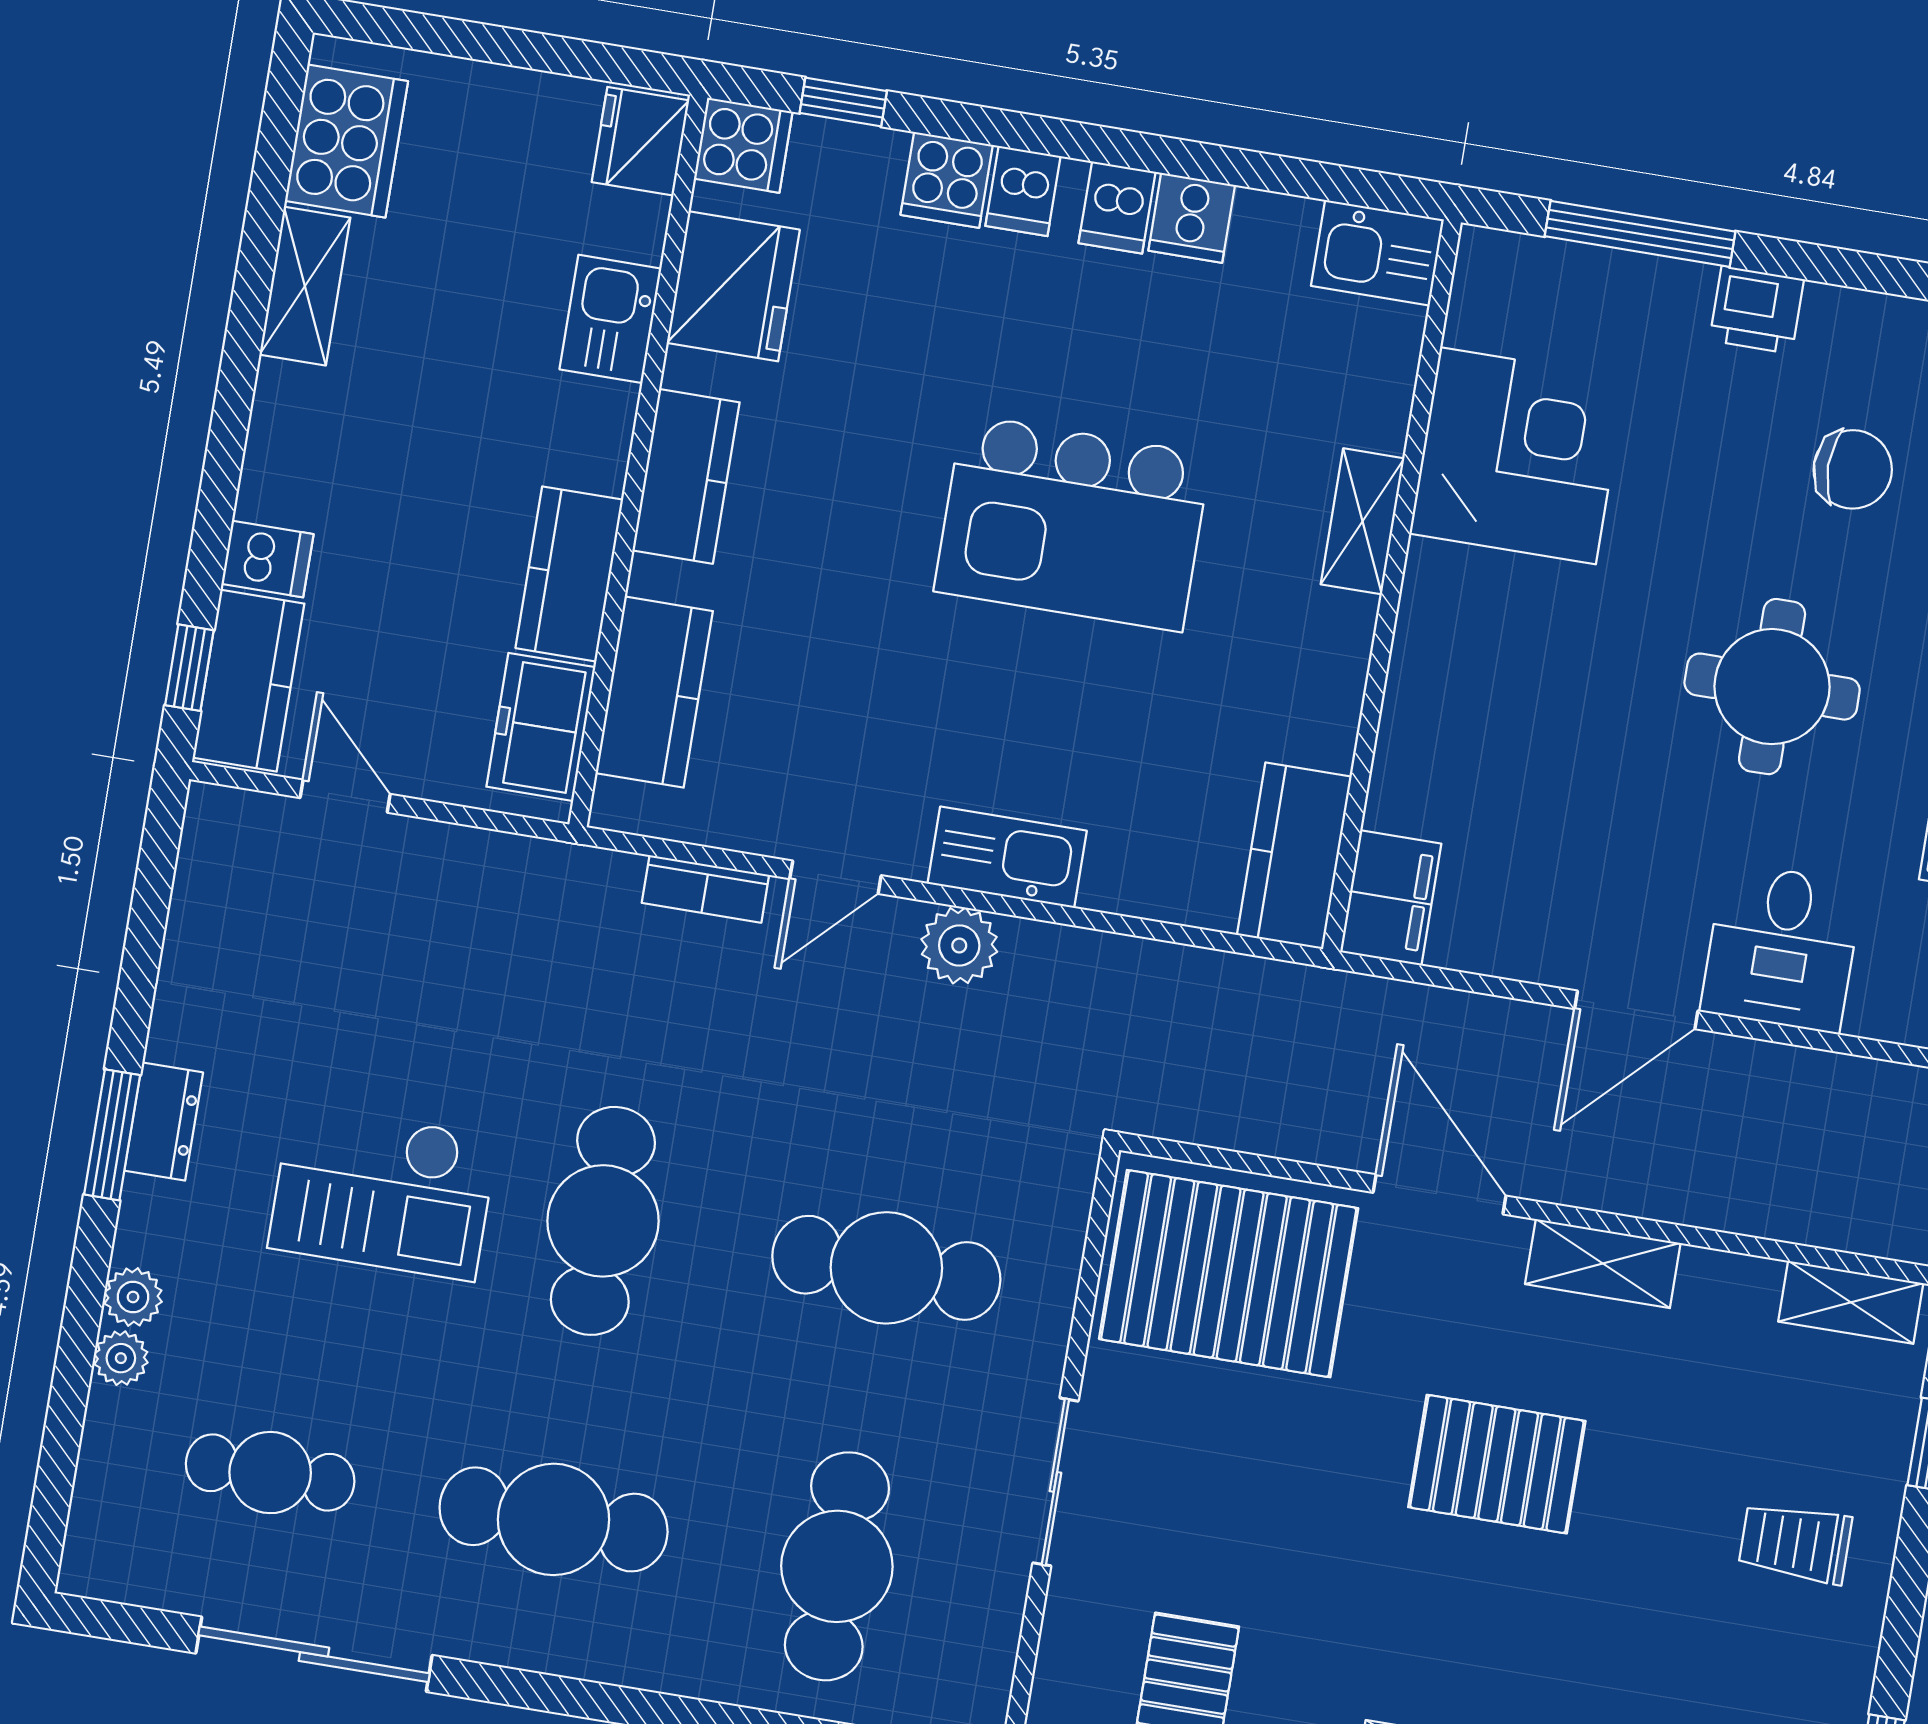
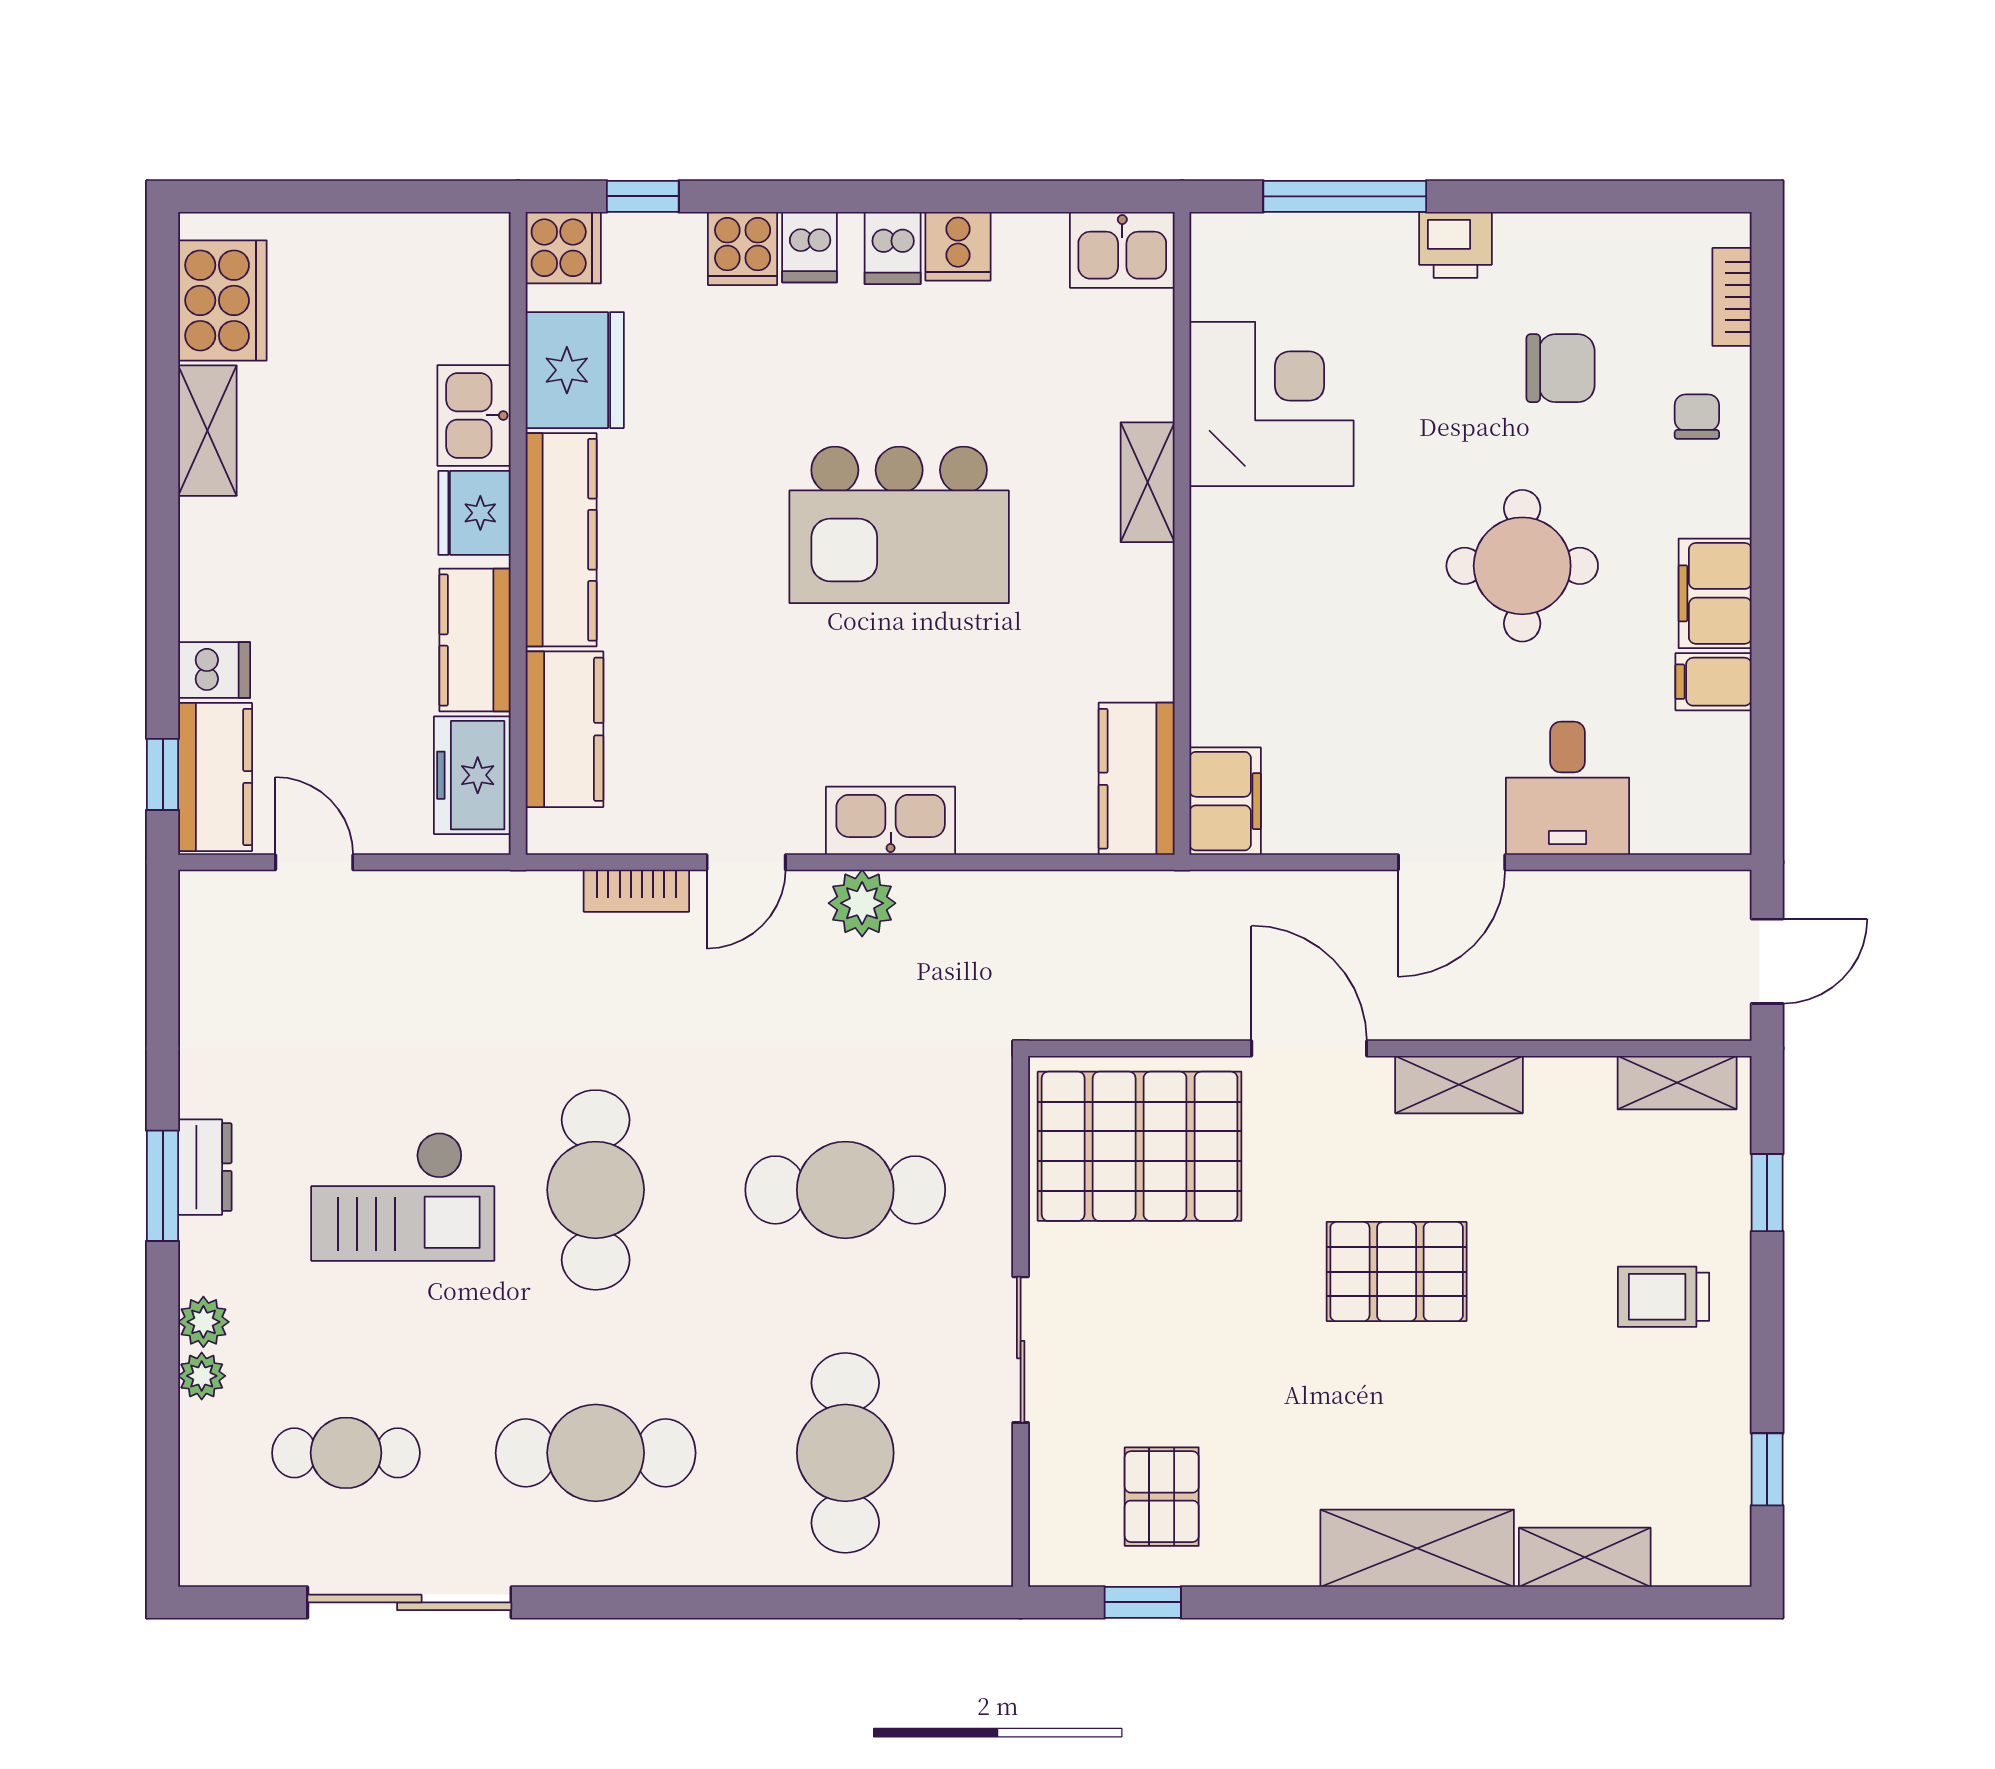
fridge: (640, 141) -> (474, 513), moved
kitchen counter: (686, 476) -> (561, 540), width x1.50

